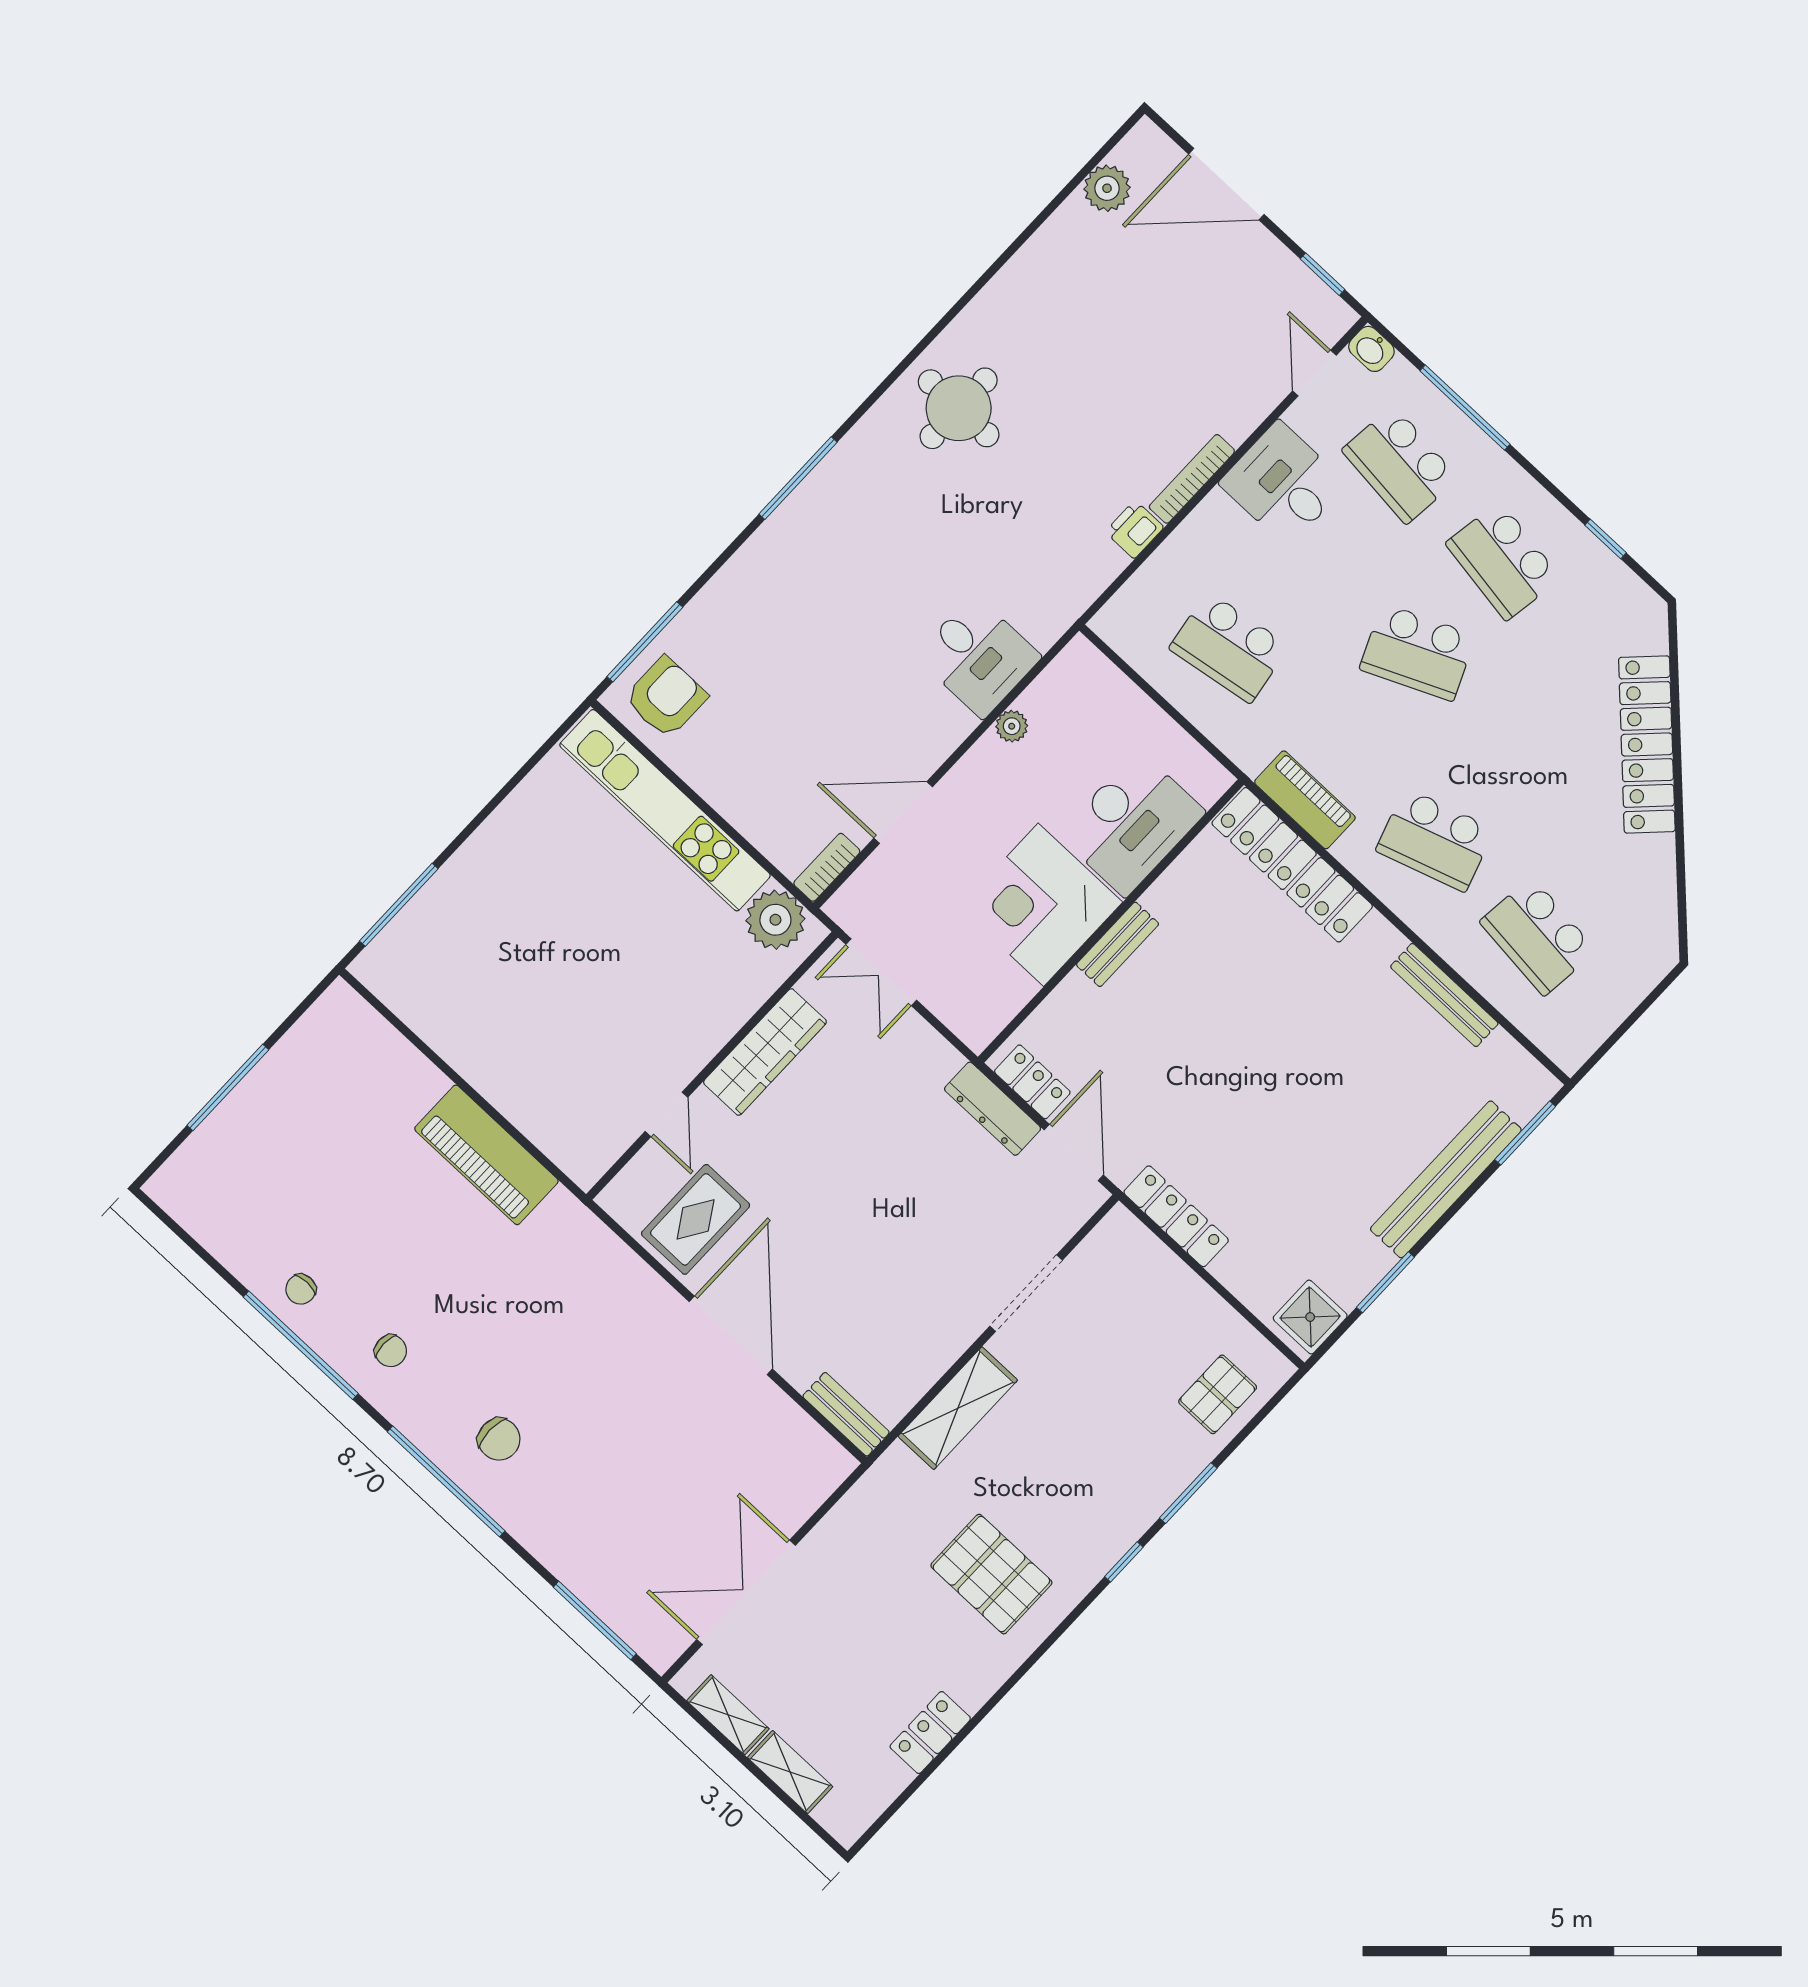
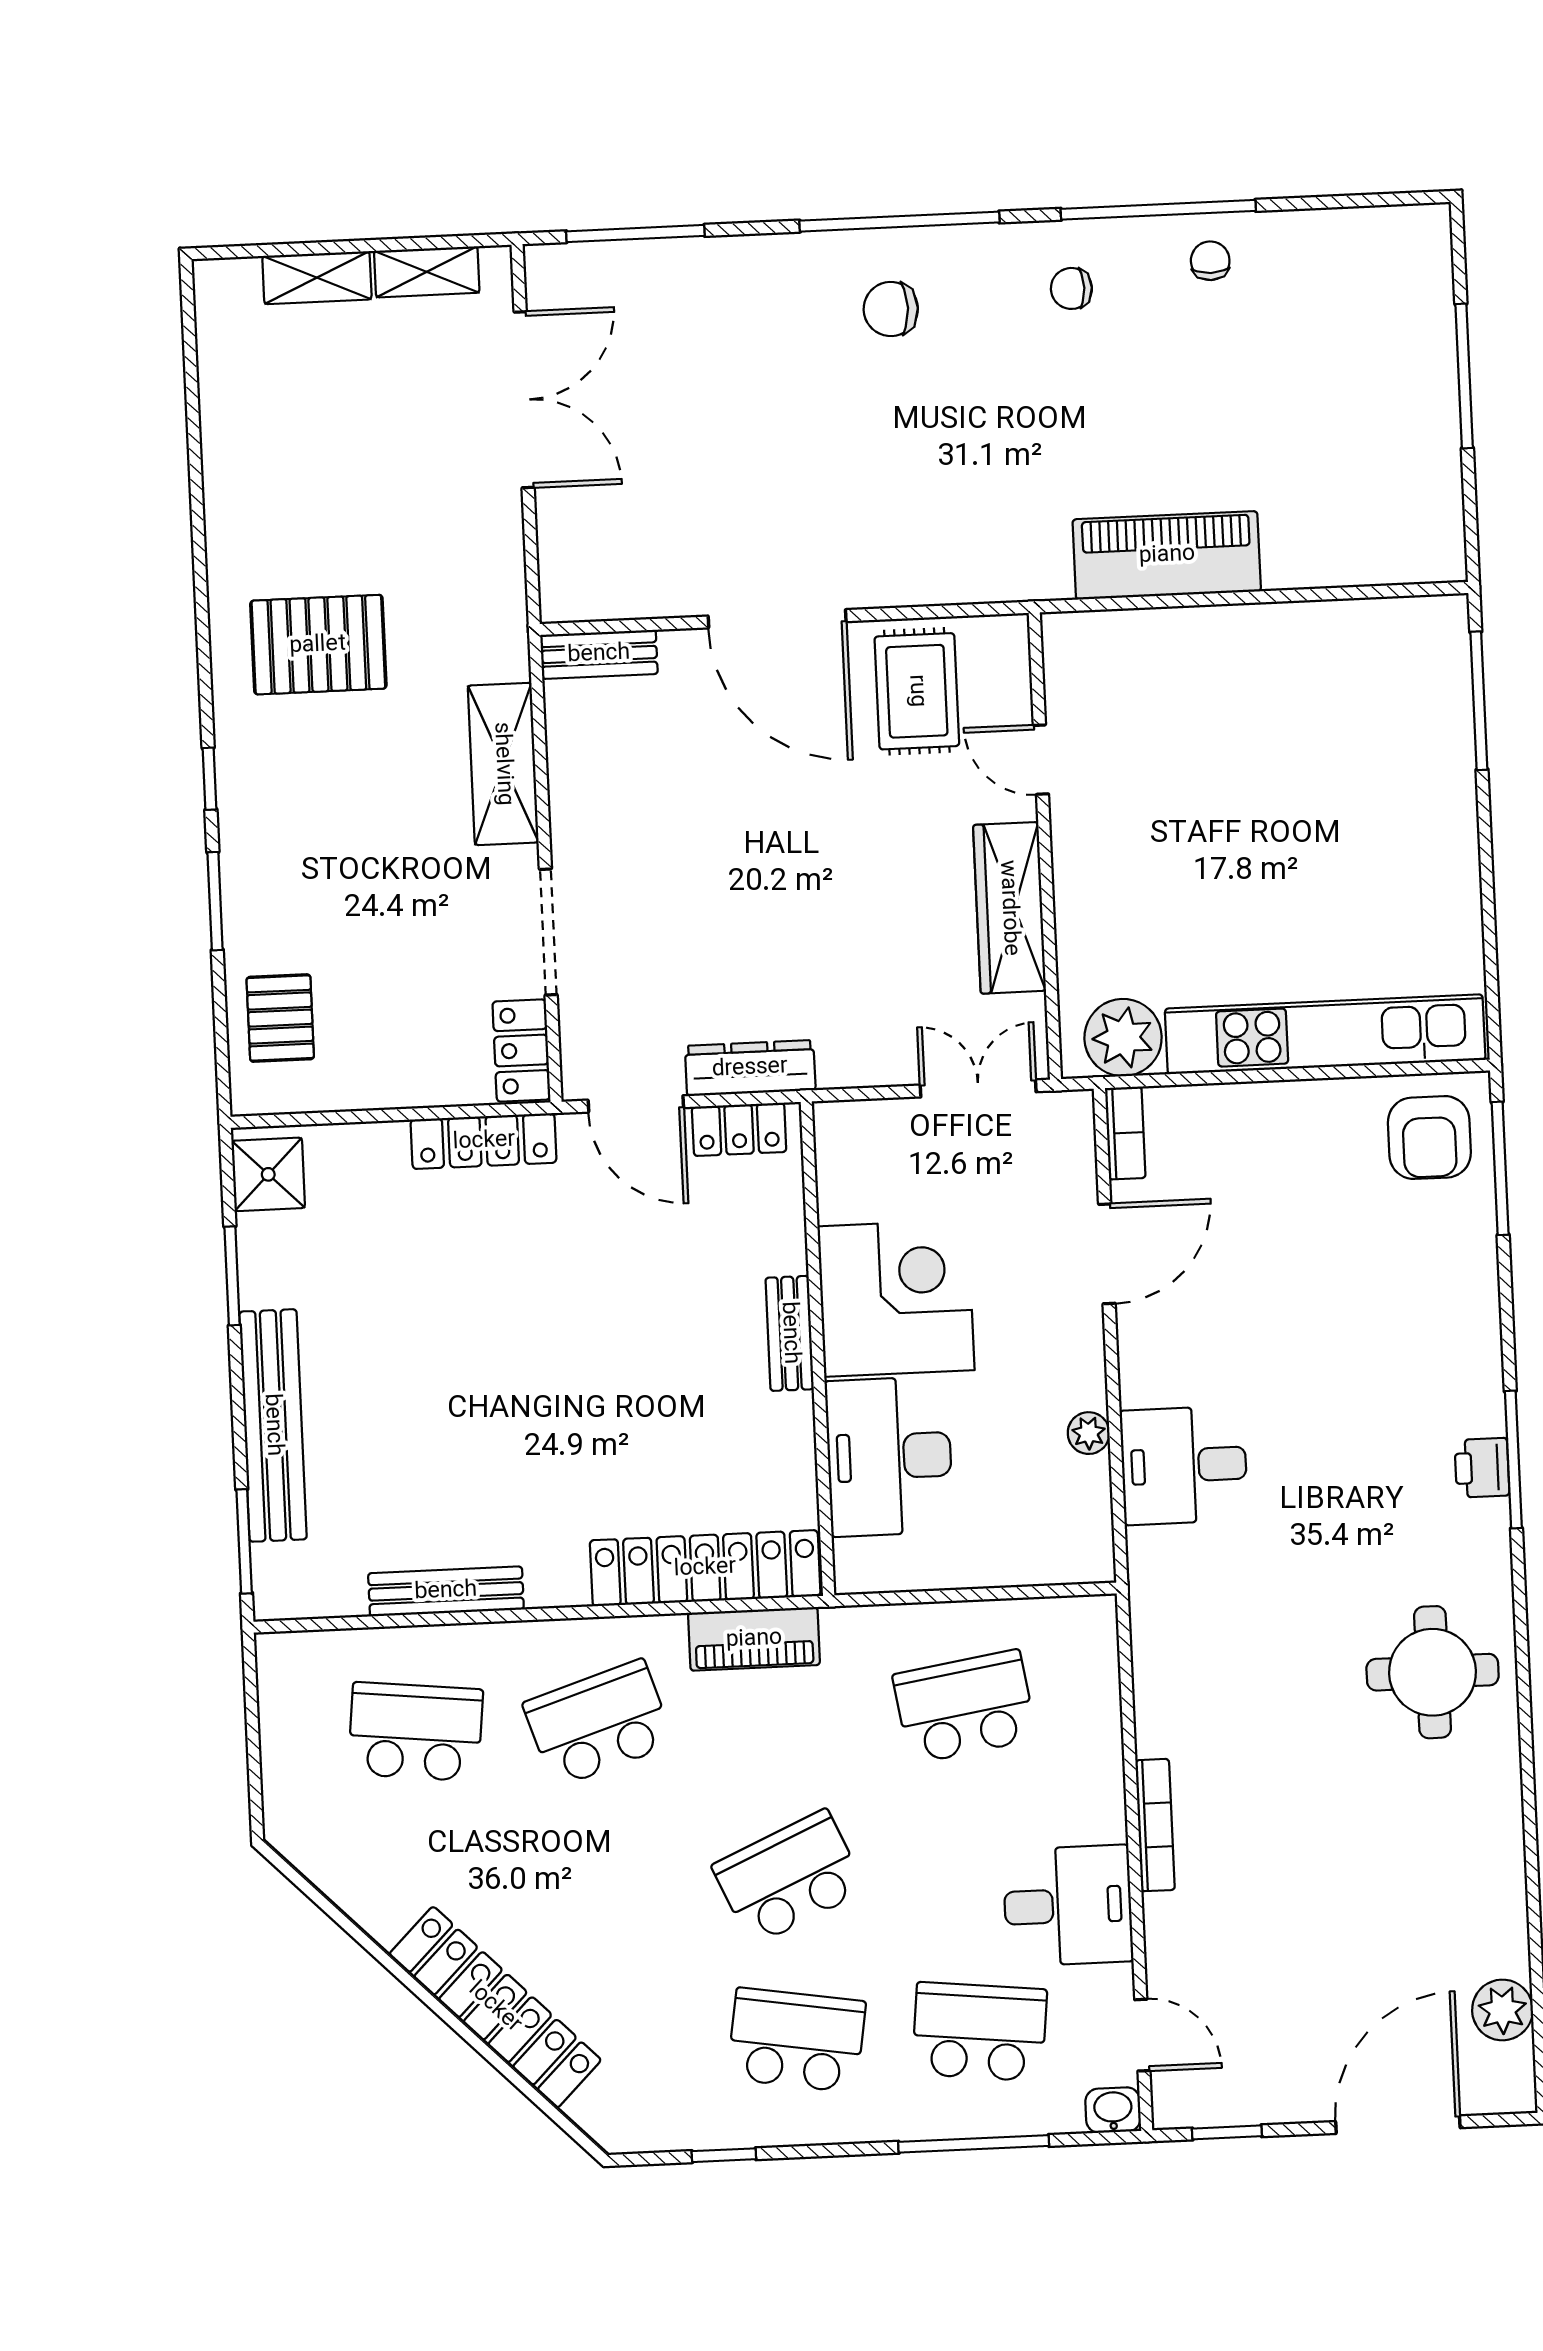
printer: (1134, 529) -> (1482, 1468), moved, turned 180
locker: (930, 1733) -> (521, 1051), moved, turned 180

